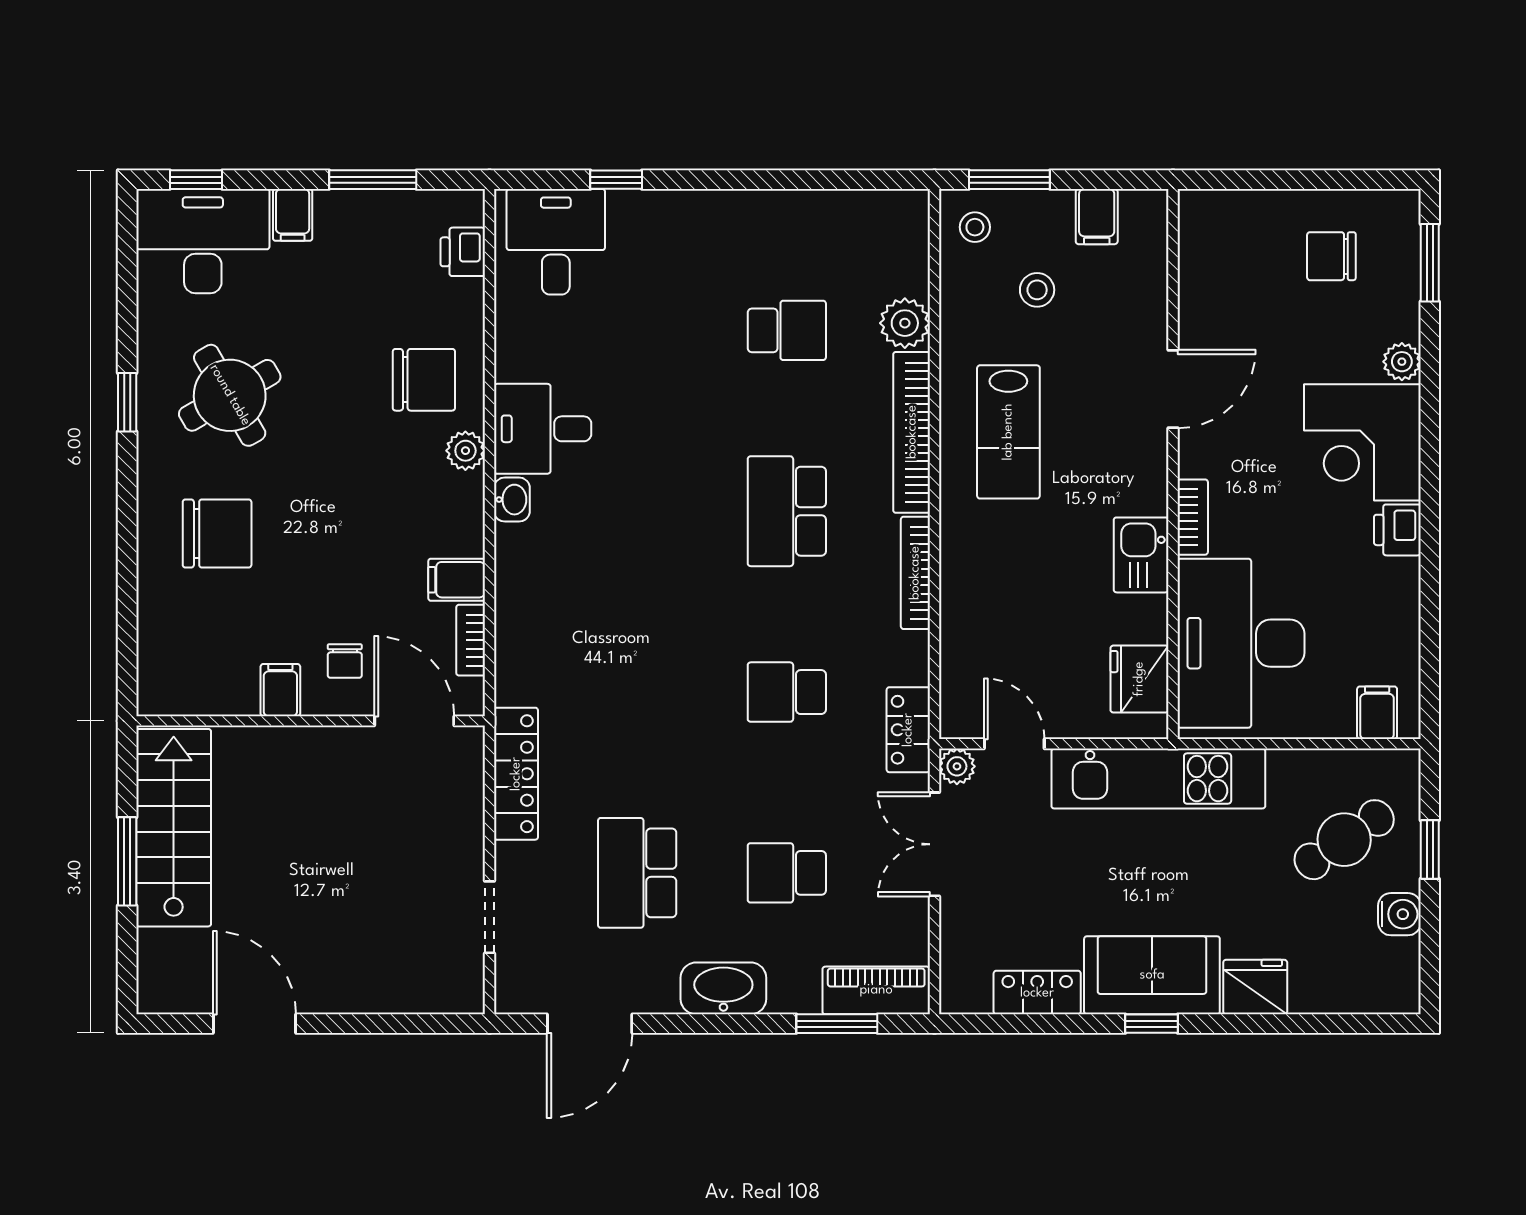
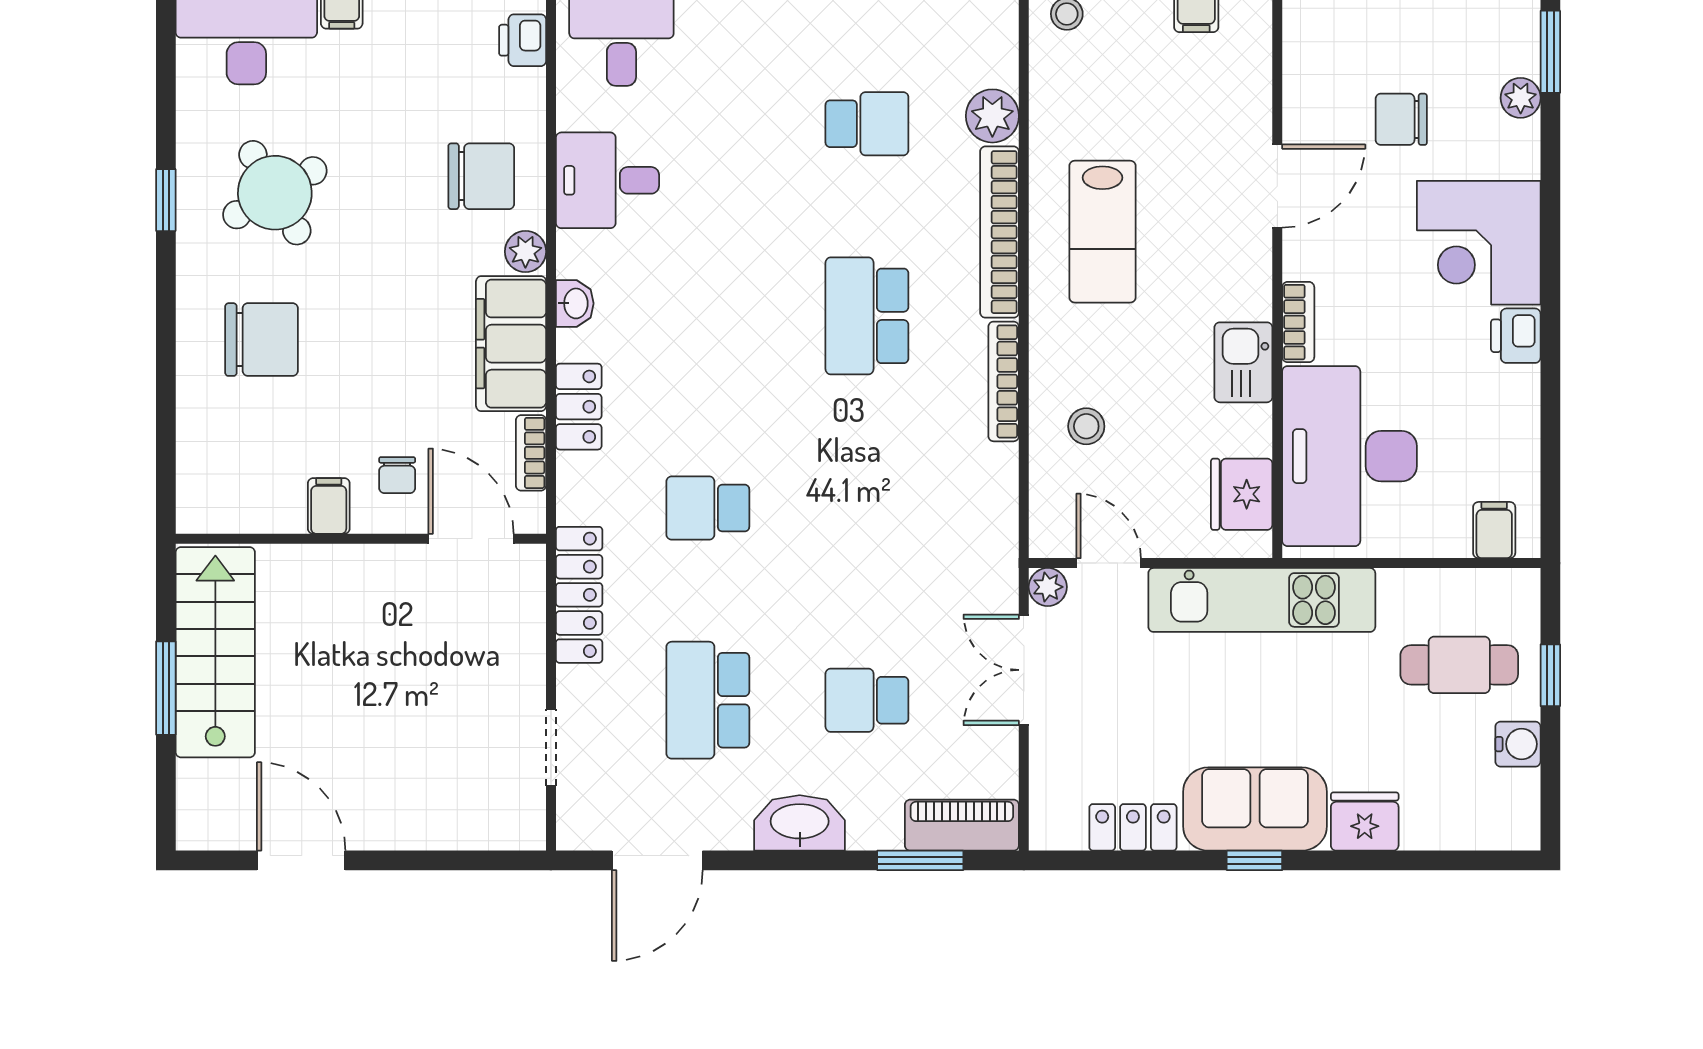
chair: (1331, 256) -> (1401, 119), moved
stool: (1037, 290) -> (1086, 426), moved
plant: (1402, 362) -> (1521, 98), moved
desk: (543, 429) -> (607, 180), moved
filing cabinet: (457, 580) -> (511, 344), width x3.00, depth x1.17
school desk: (787, 692) -> (708, 508), moved
locker: (908, 730) -> (579, 407), moved, turned 180
cafe table: (1344, 840) -> (1459, 665), turned 34

